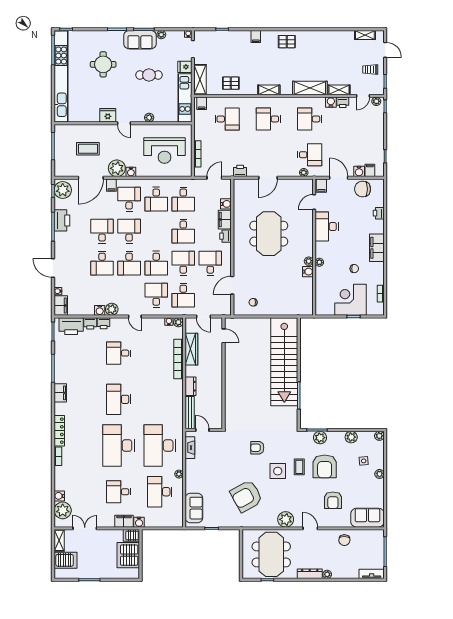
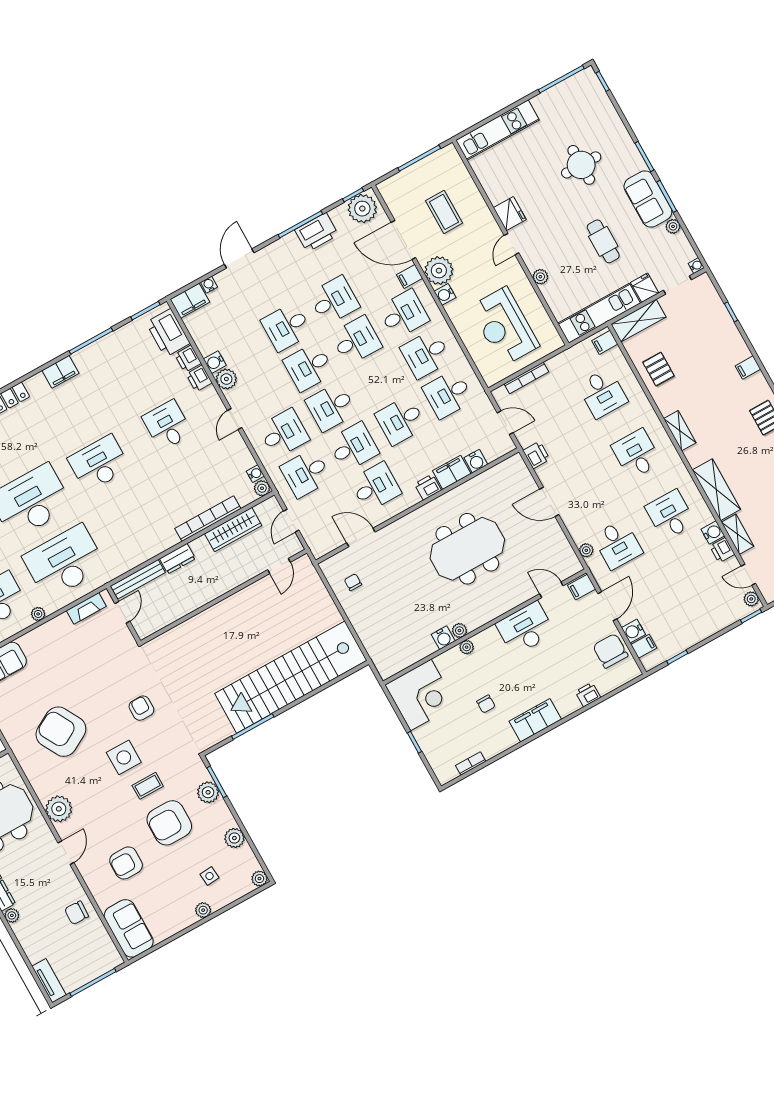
kitchen unit: (61, 76) -> (498, 130), width x0.54
corner desk: (351, 300) -> (421, 695), moved, turned 90

